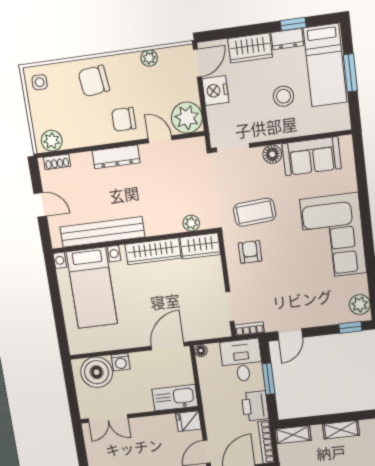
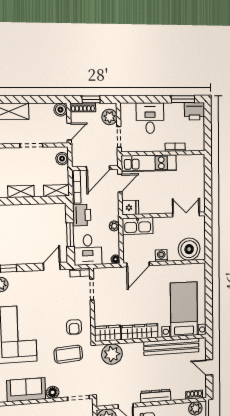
plant: (191, 223) -> (112, 354), width x1.88, depth x1.88
washing machine: (121, 362) -> (161, 256), moved
plant: (208, 395) -> (114, 226), added

